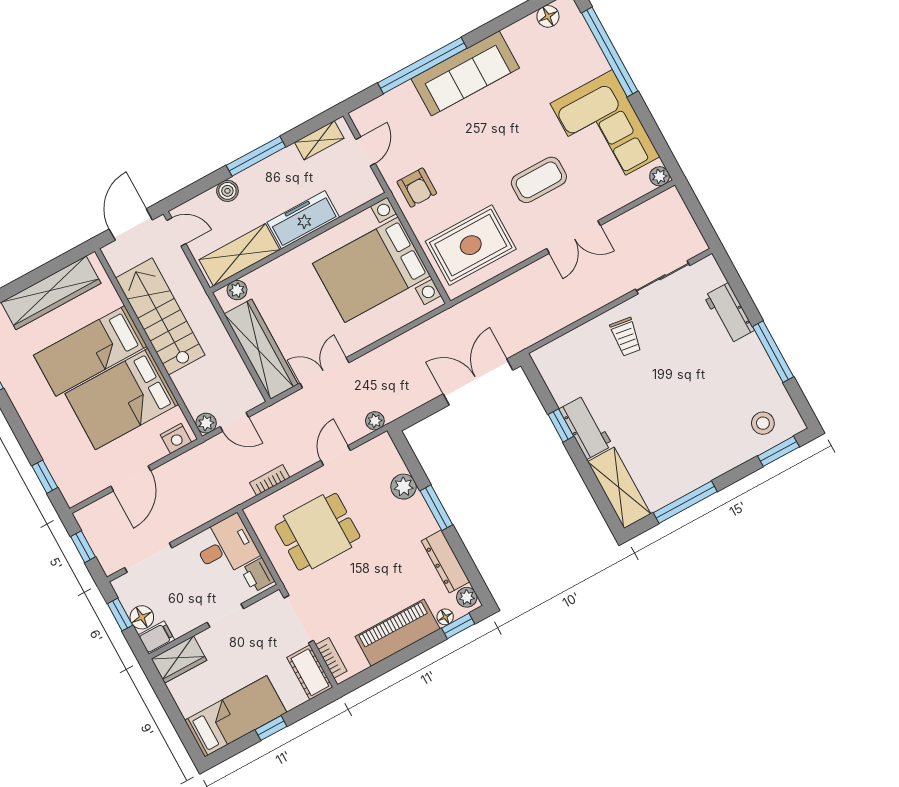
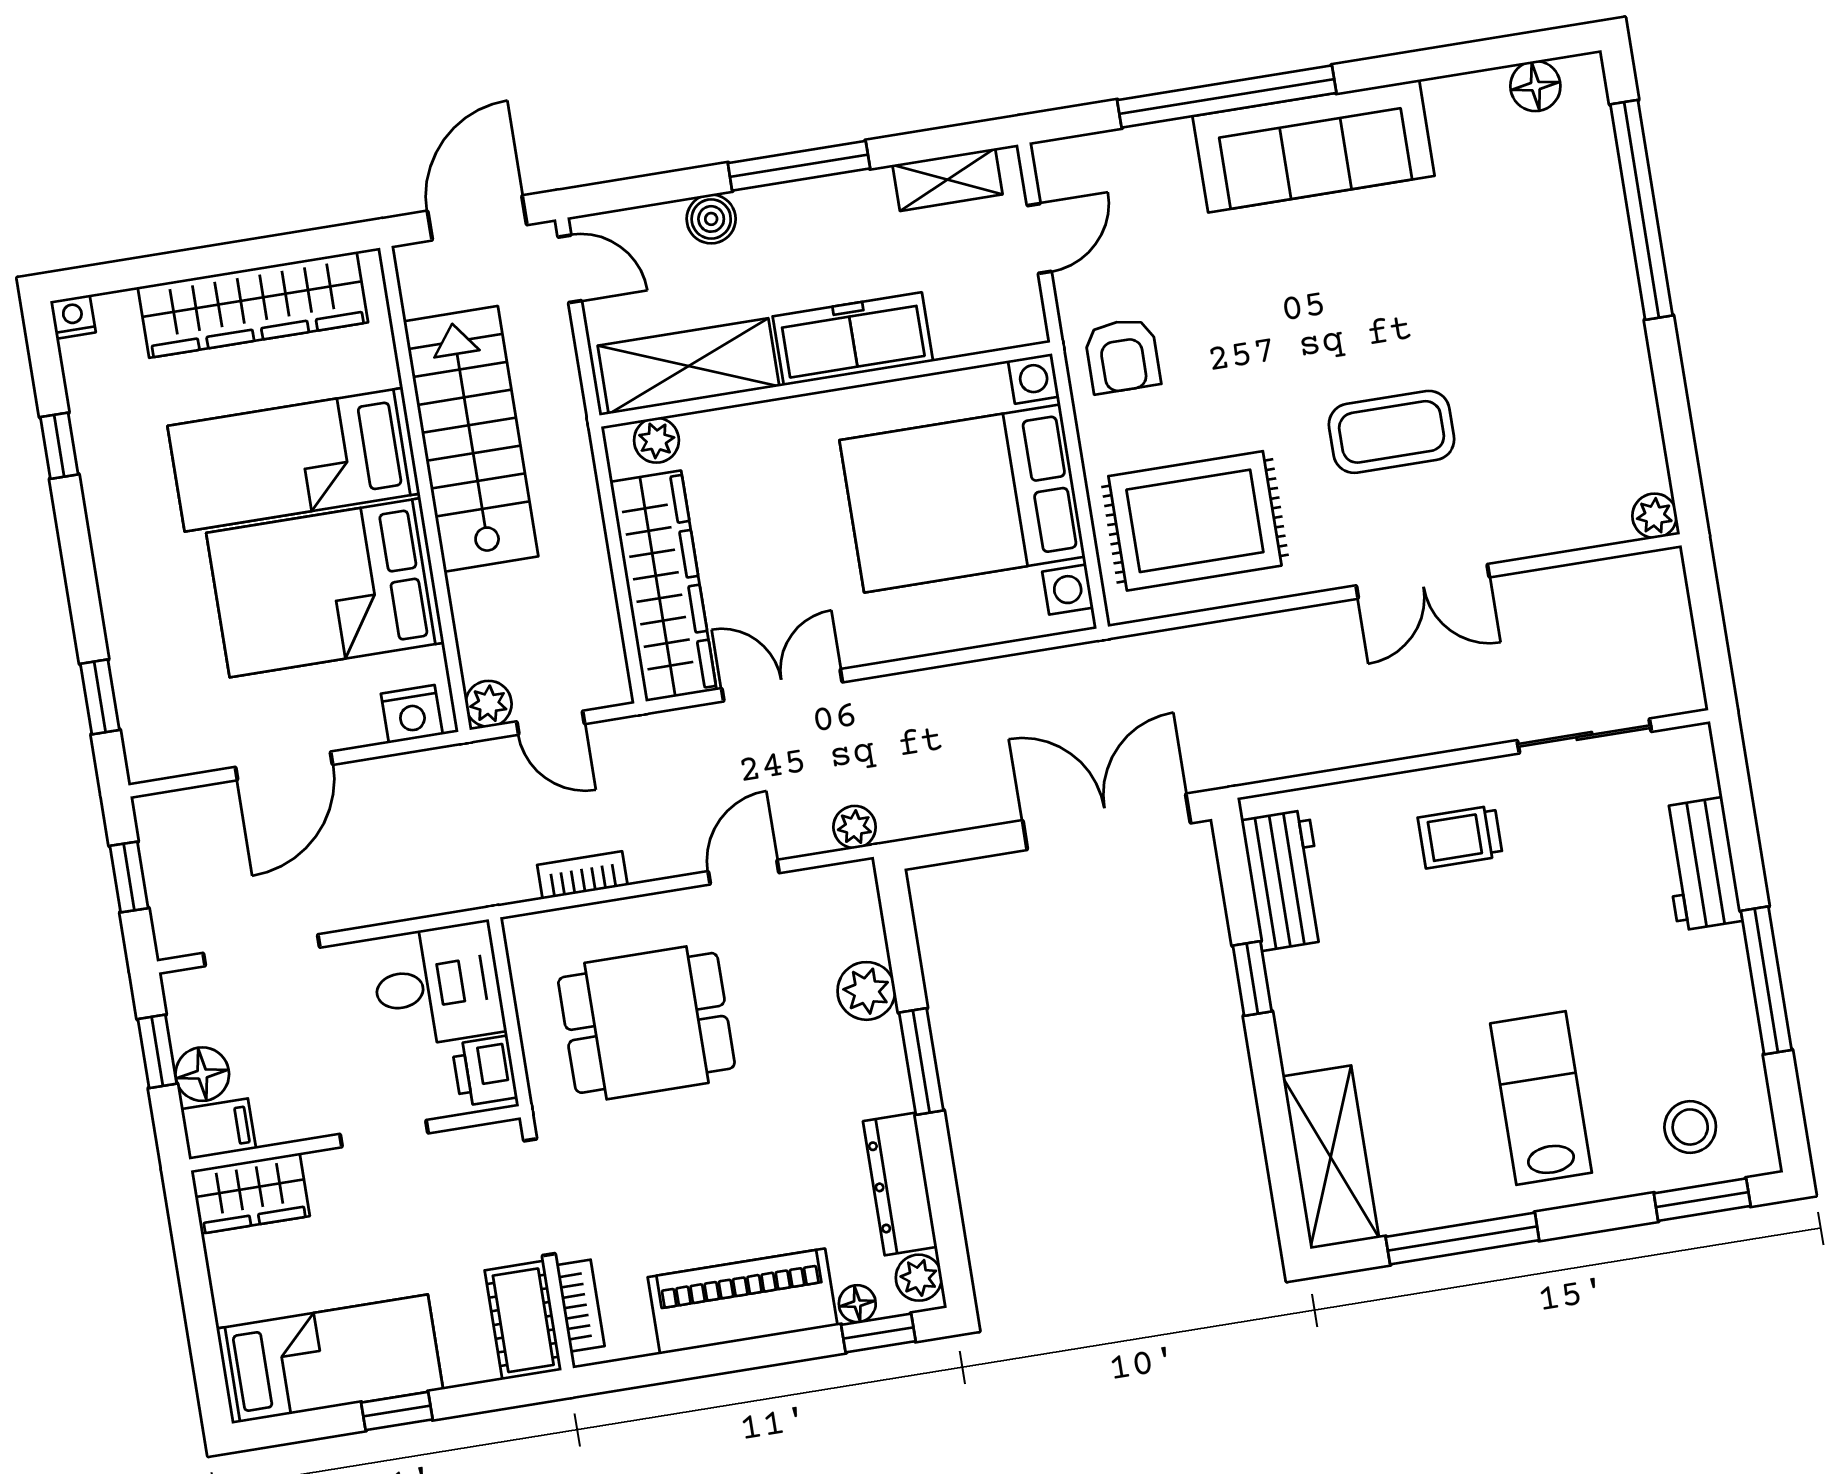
corner sofa: (605, 130) -> (1572, 375), removed
trolley: (626, 337) -> (1460, 837), turned 82
workbench: (586, 427) -> (1285, 880), moved
lab bench: (697, 433) -> (1541, 1098), added

